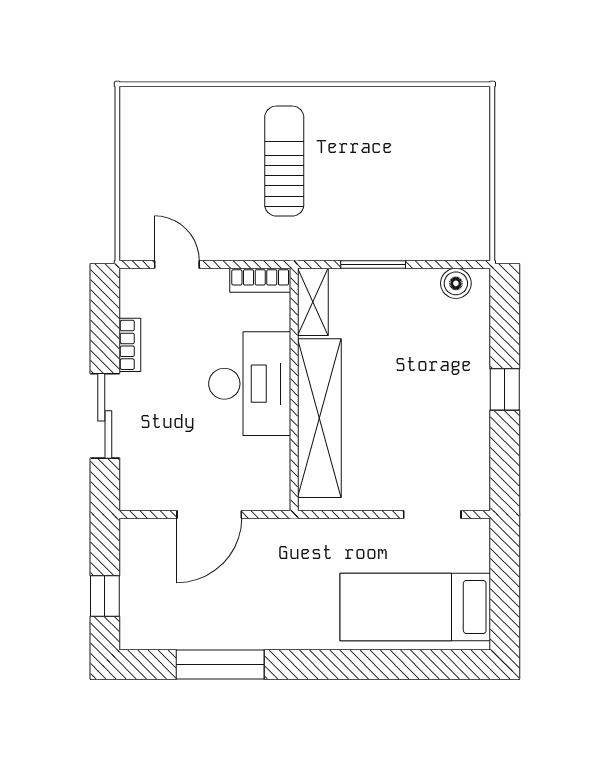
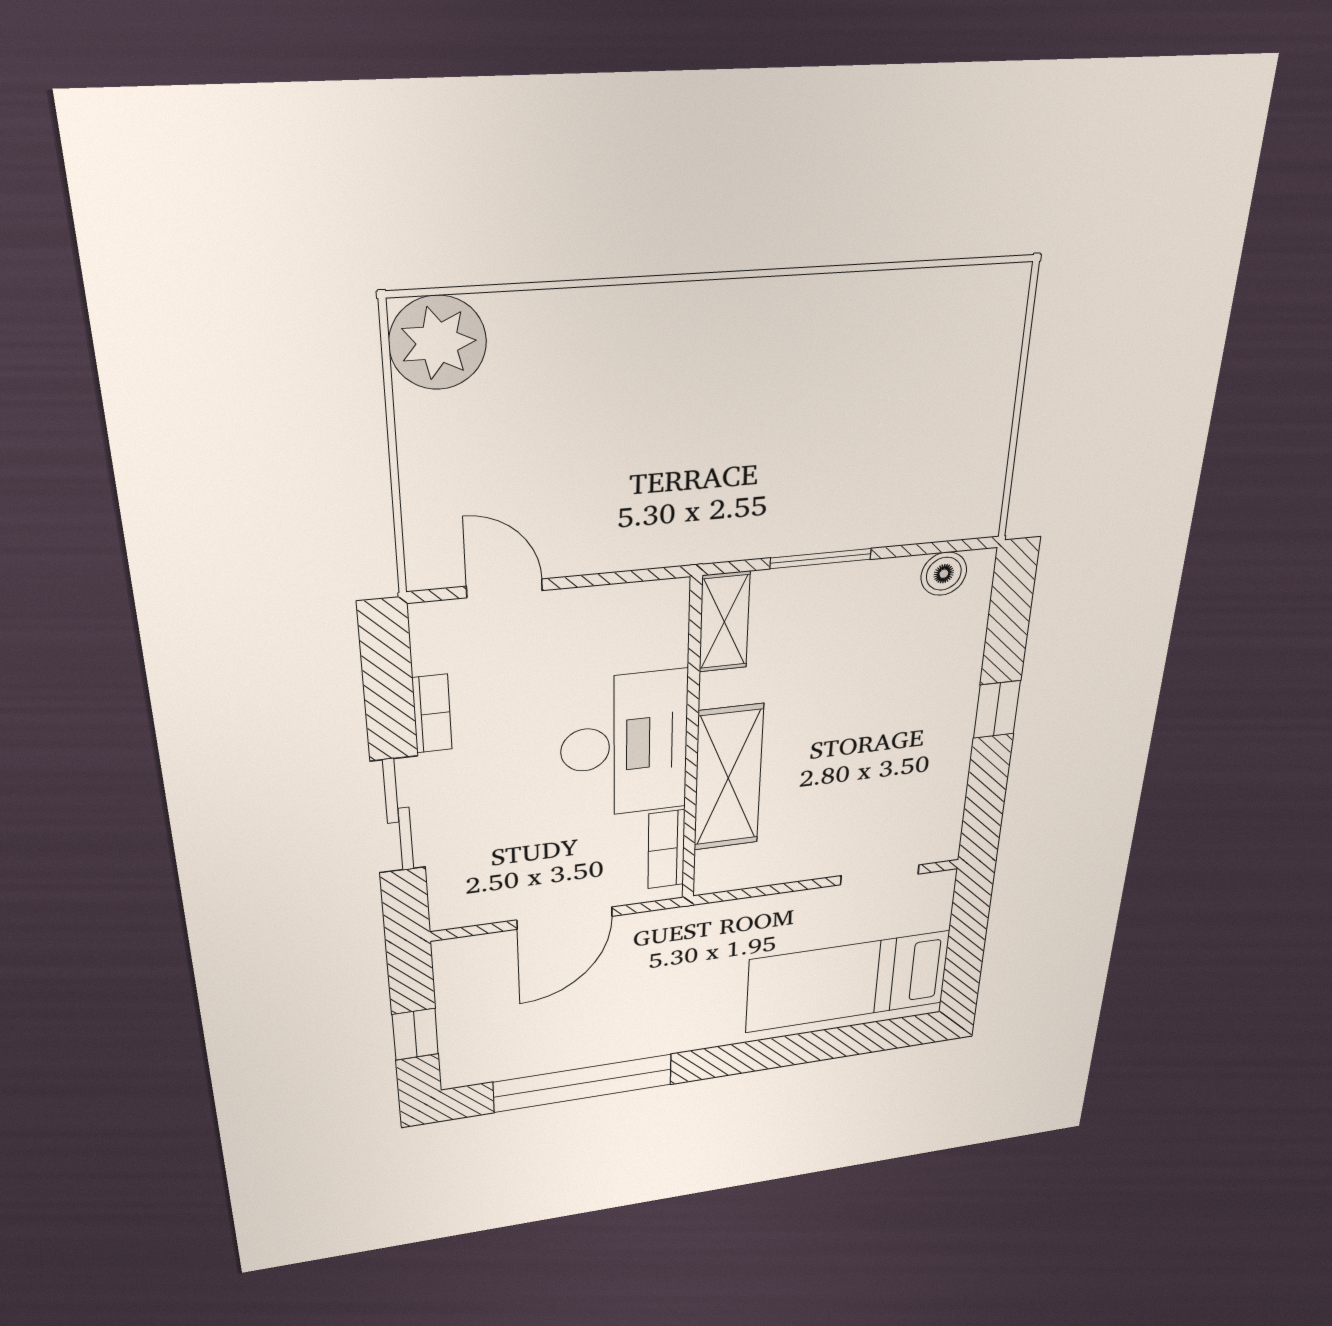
plant: (146, 112) -> (438, 343), added
sun lounger: (284, 161) -> (684, 410), removed
bookcase: (260, 280) -> (666, 849), moved, turned 90
shelving: (319, 418) -> (728, 778), width x0.68
window: (220, 664) -> (583, 1083), width x1.46

